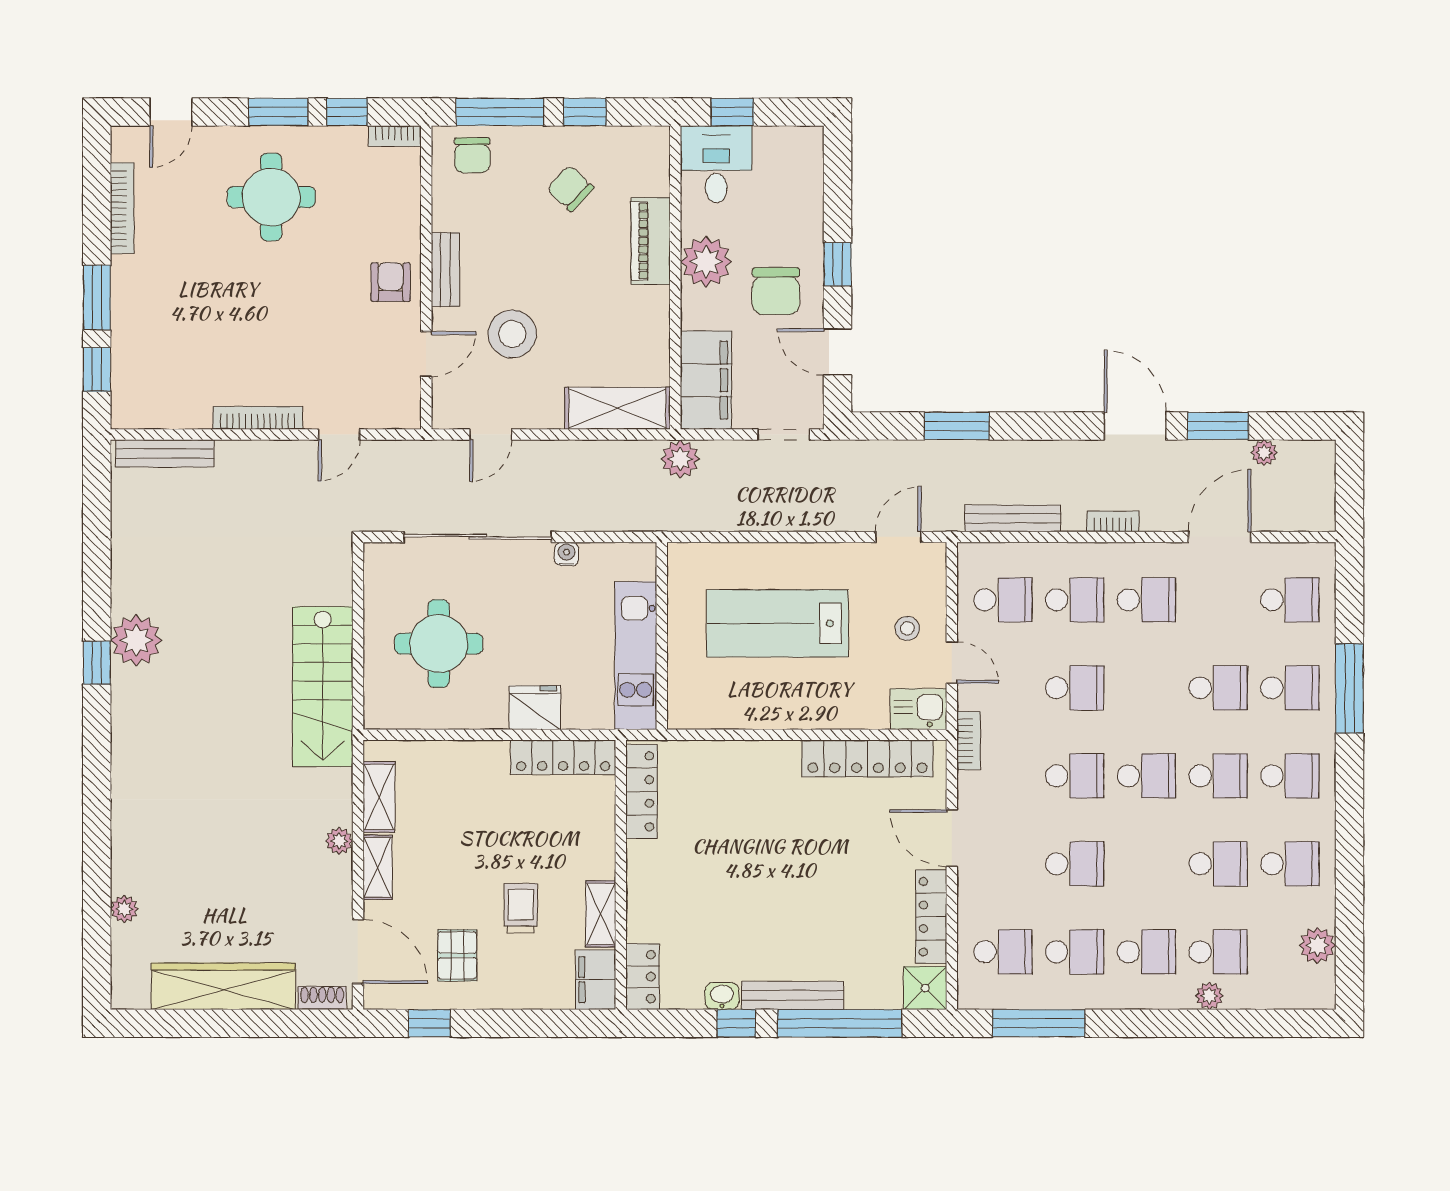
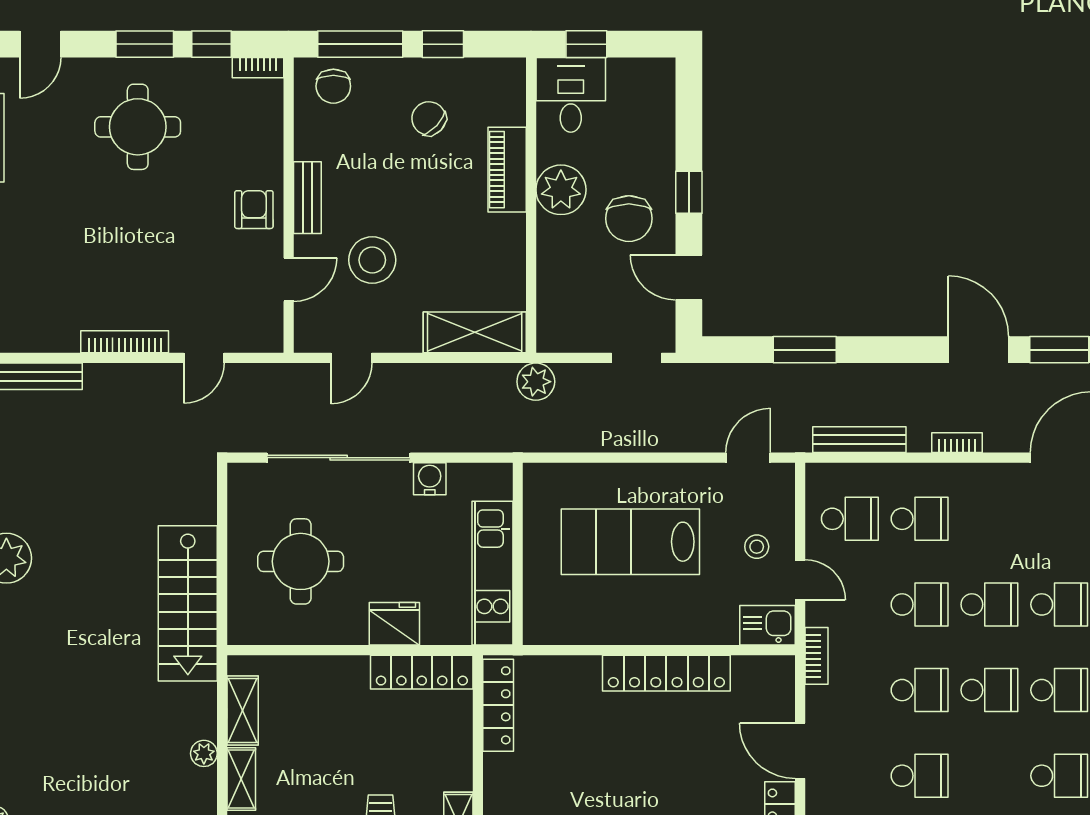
filing cabinet: (706, 380) -> (561, 305), removed
water cooler: (567, 554) -> (430, 479), width x1.38, depth x1.38
school desk: (1146, 600) -> (989, 604), moved
locker: (867, 758) -> (666, 673), moved

